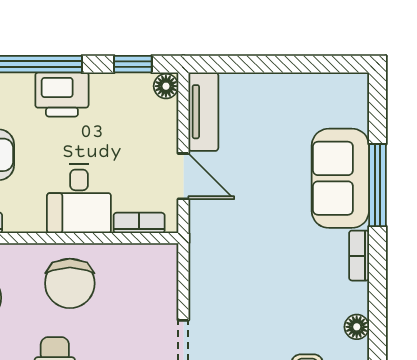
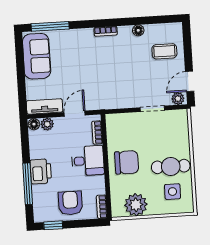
window: (133, 64) -> (25, 140), removed
plant: (164, 115) -> (47, 124), added
sofa: (340, 178) -> (37, 56), moved, turned -90
window: (377, 185) -> (50, 26), moved

